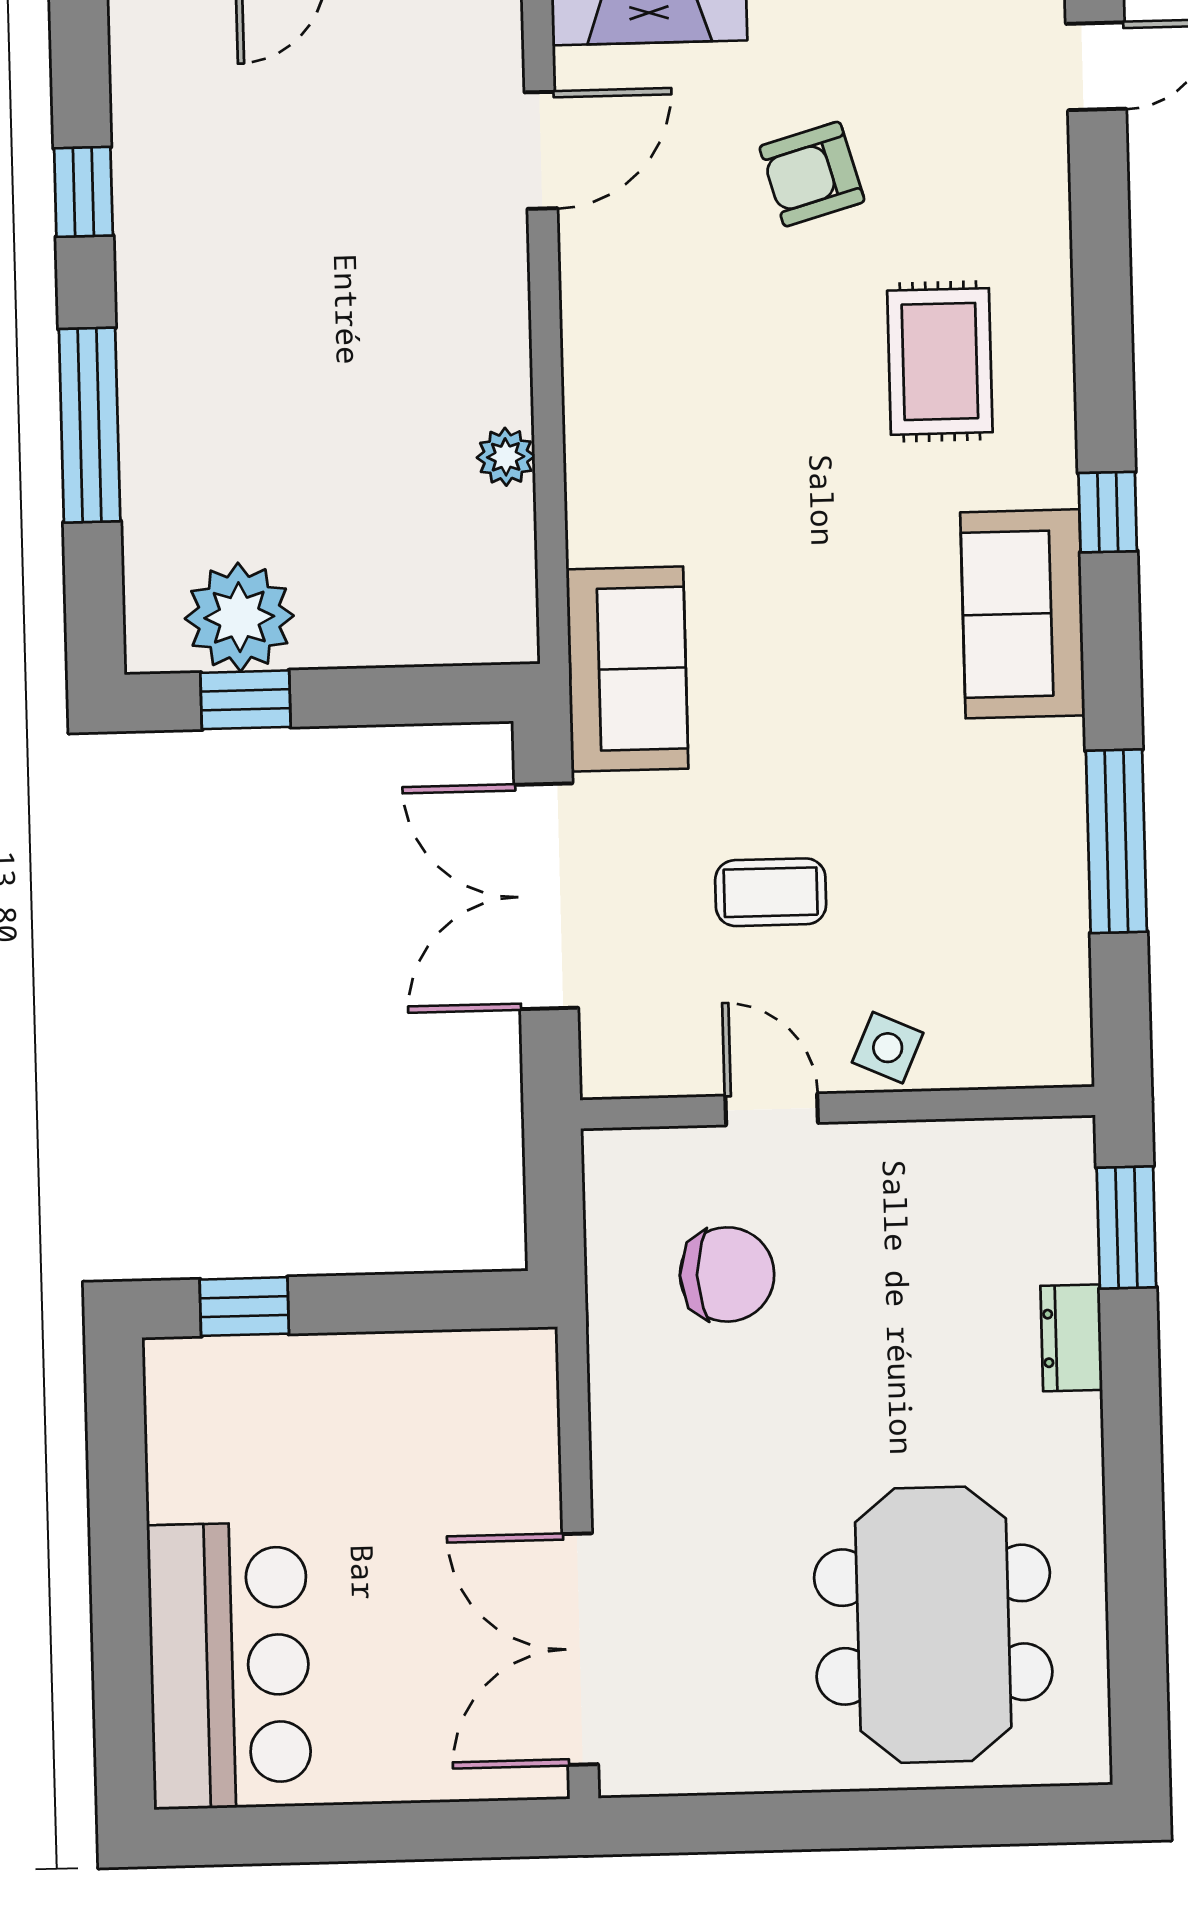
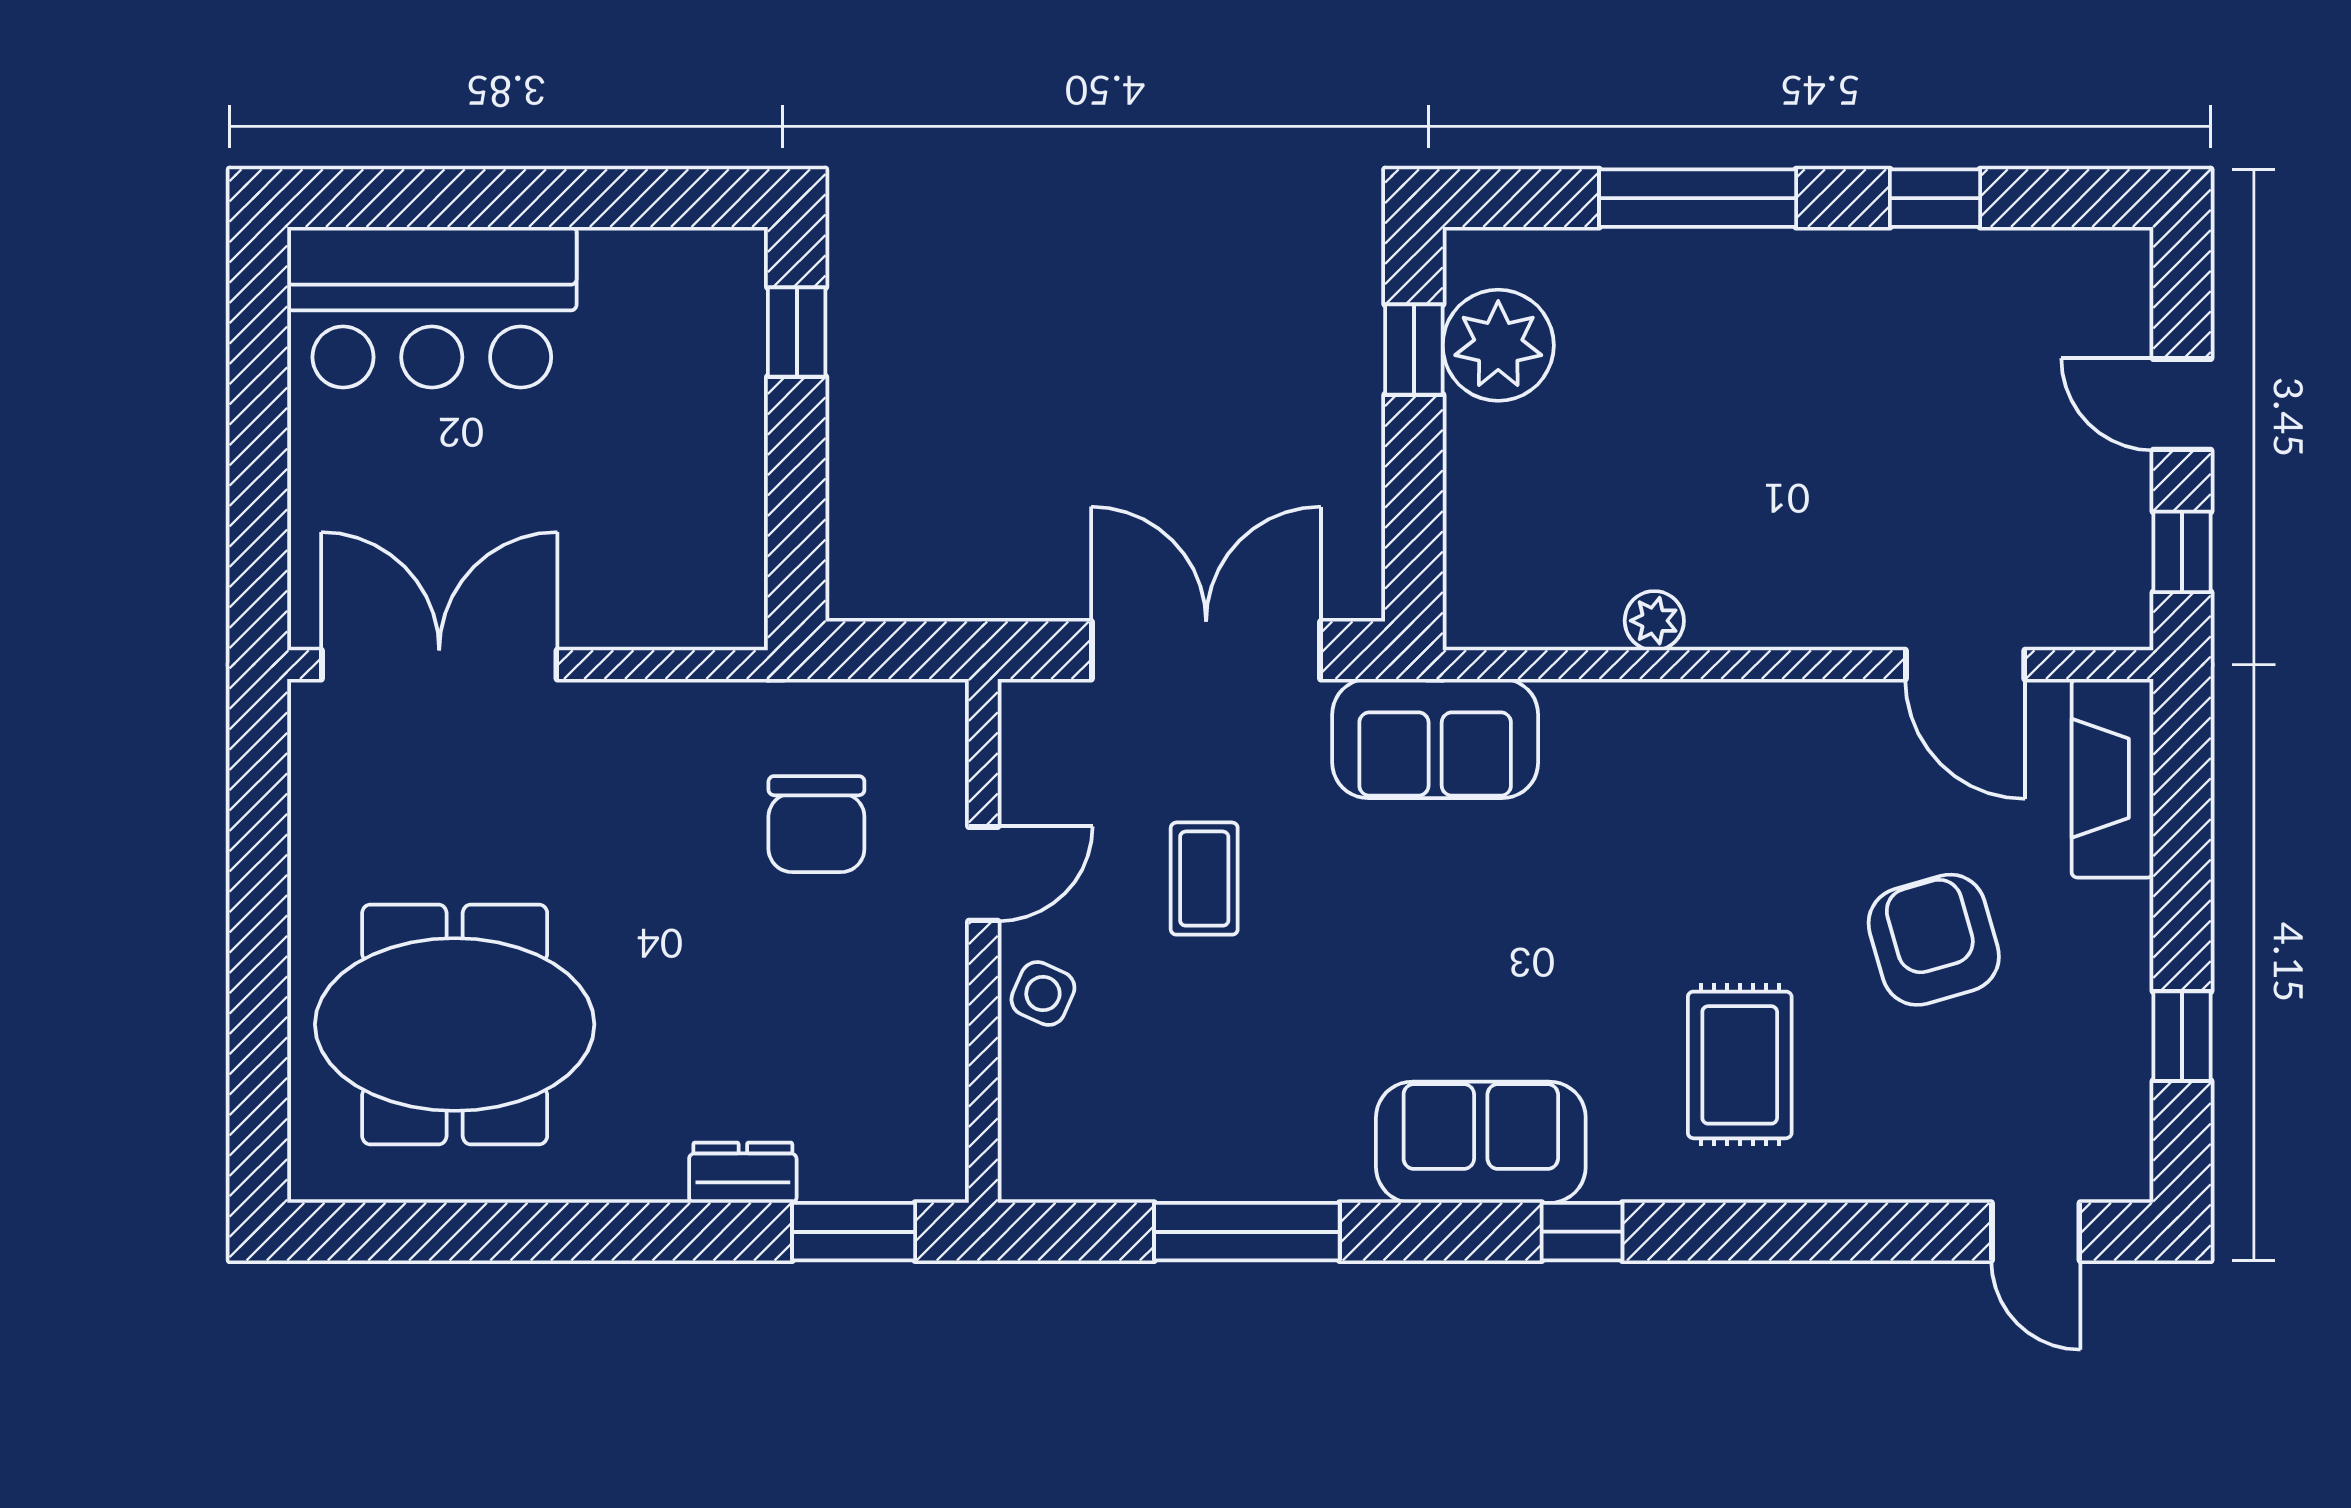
armchair: (812, 174) -> (1934, 940), width x1.38, depth x1.38
rug: (940, 361) -> (1740, 1065), turned 90

